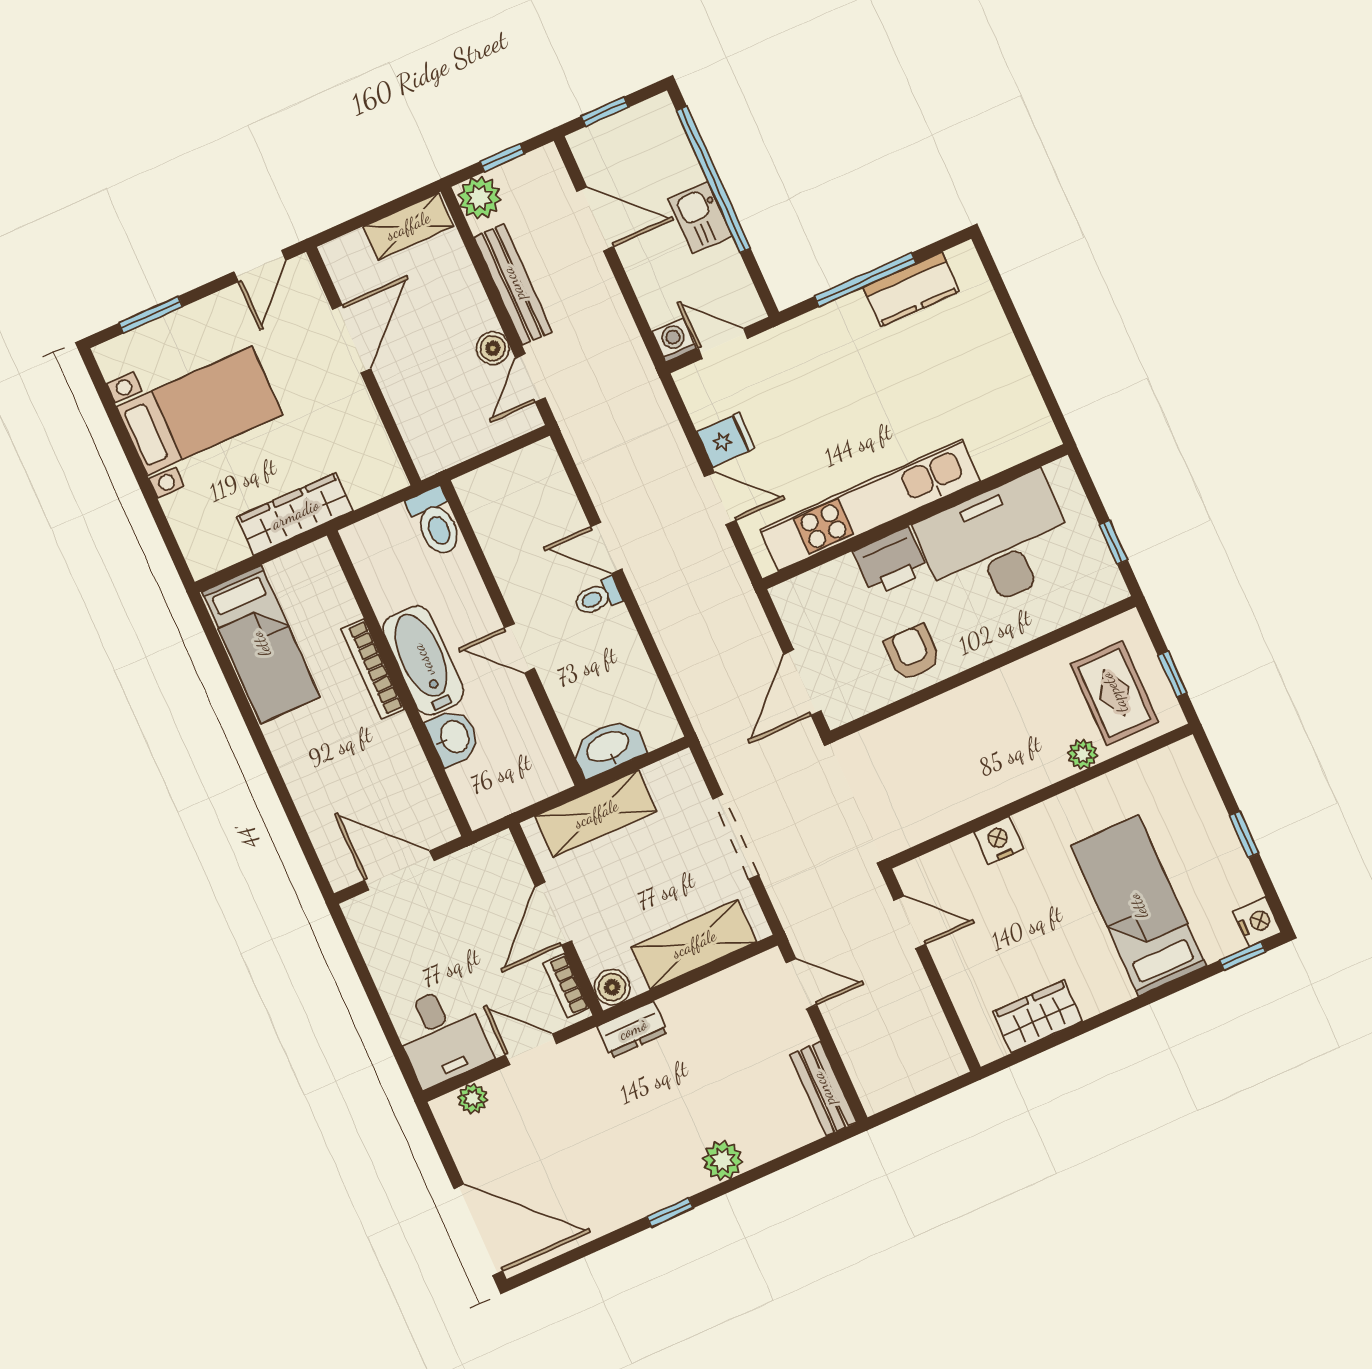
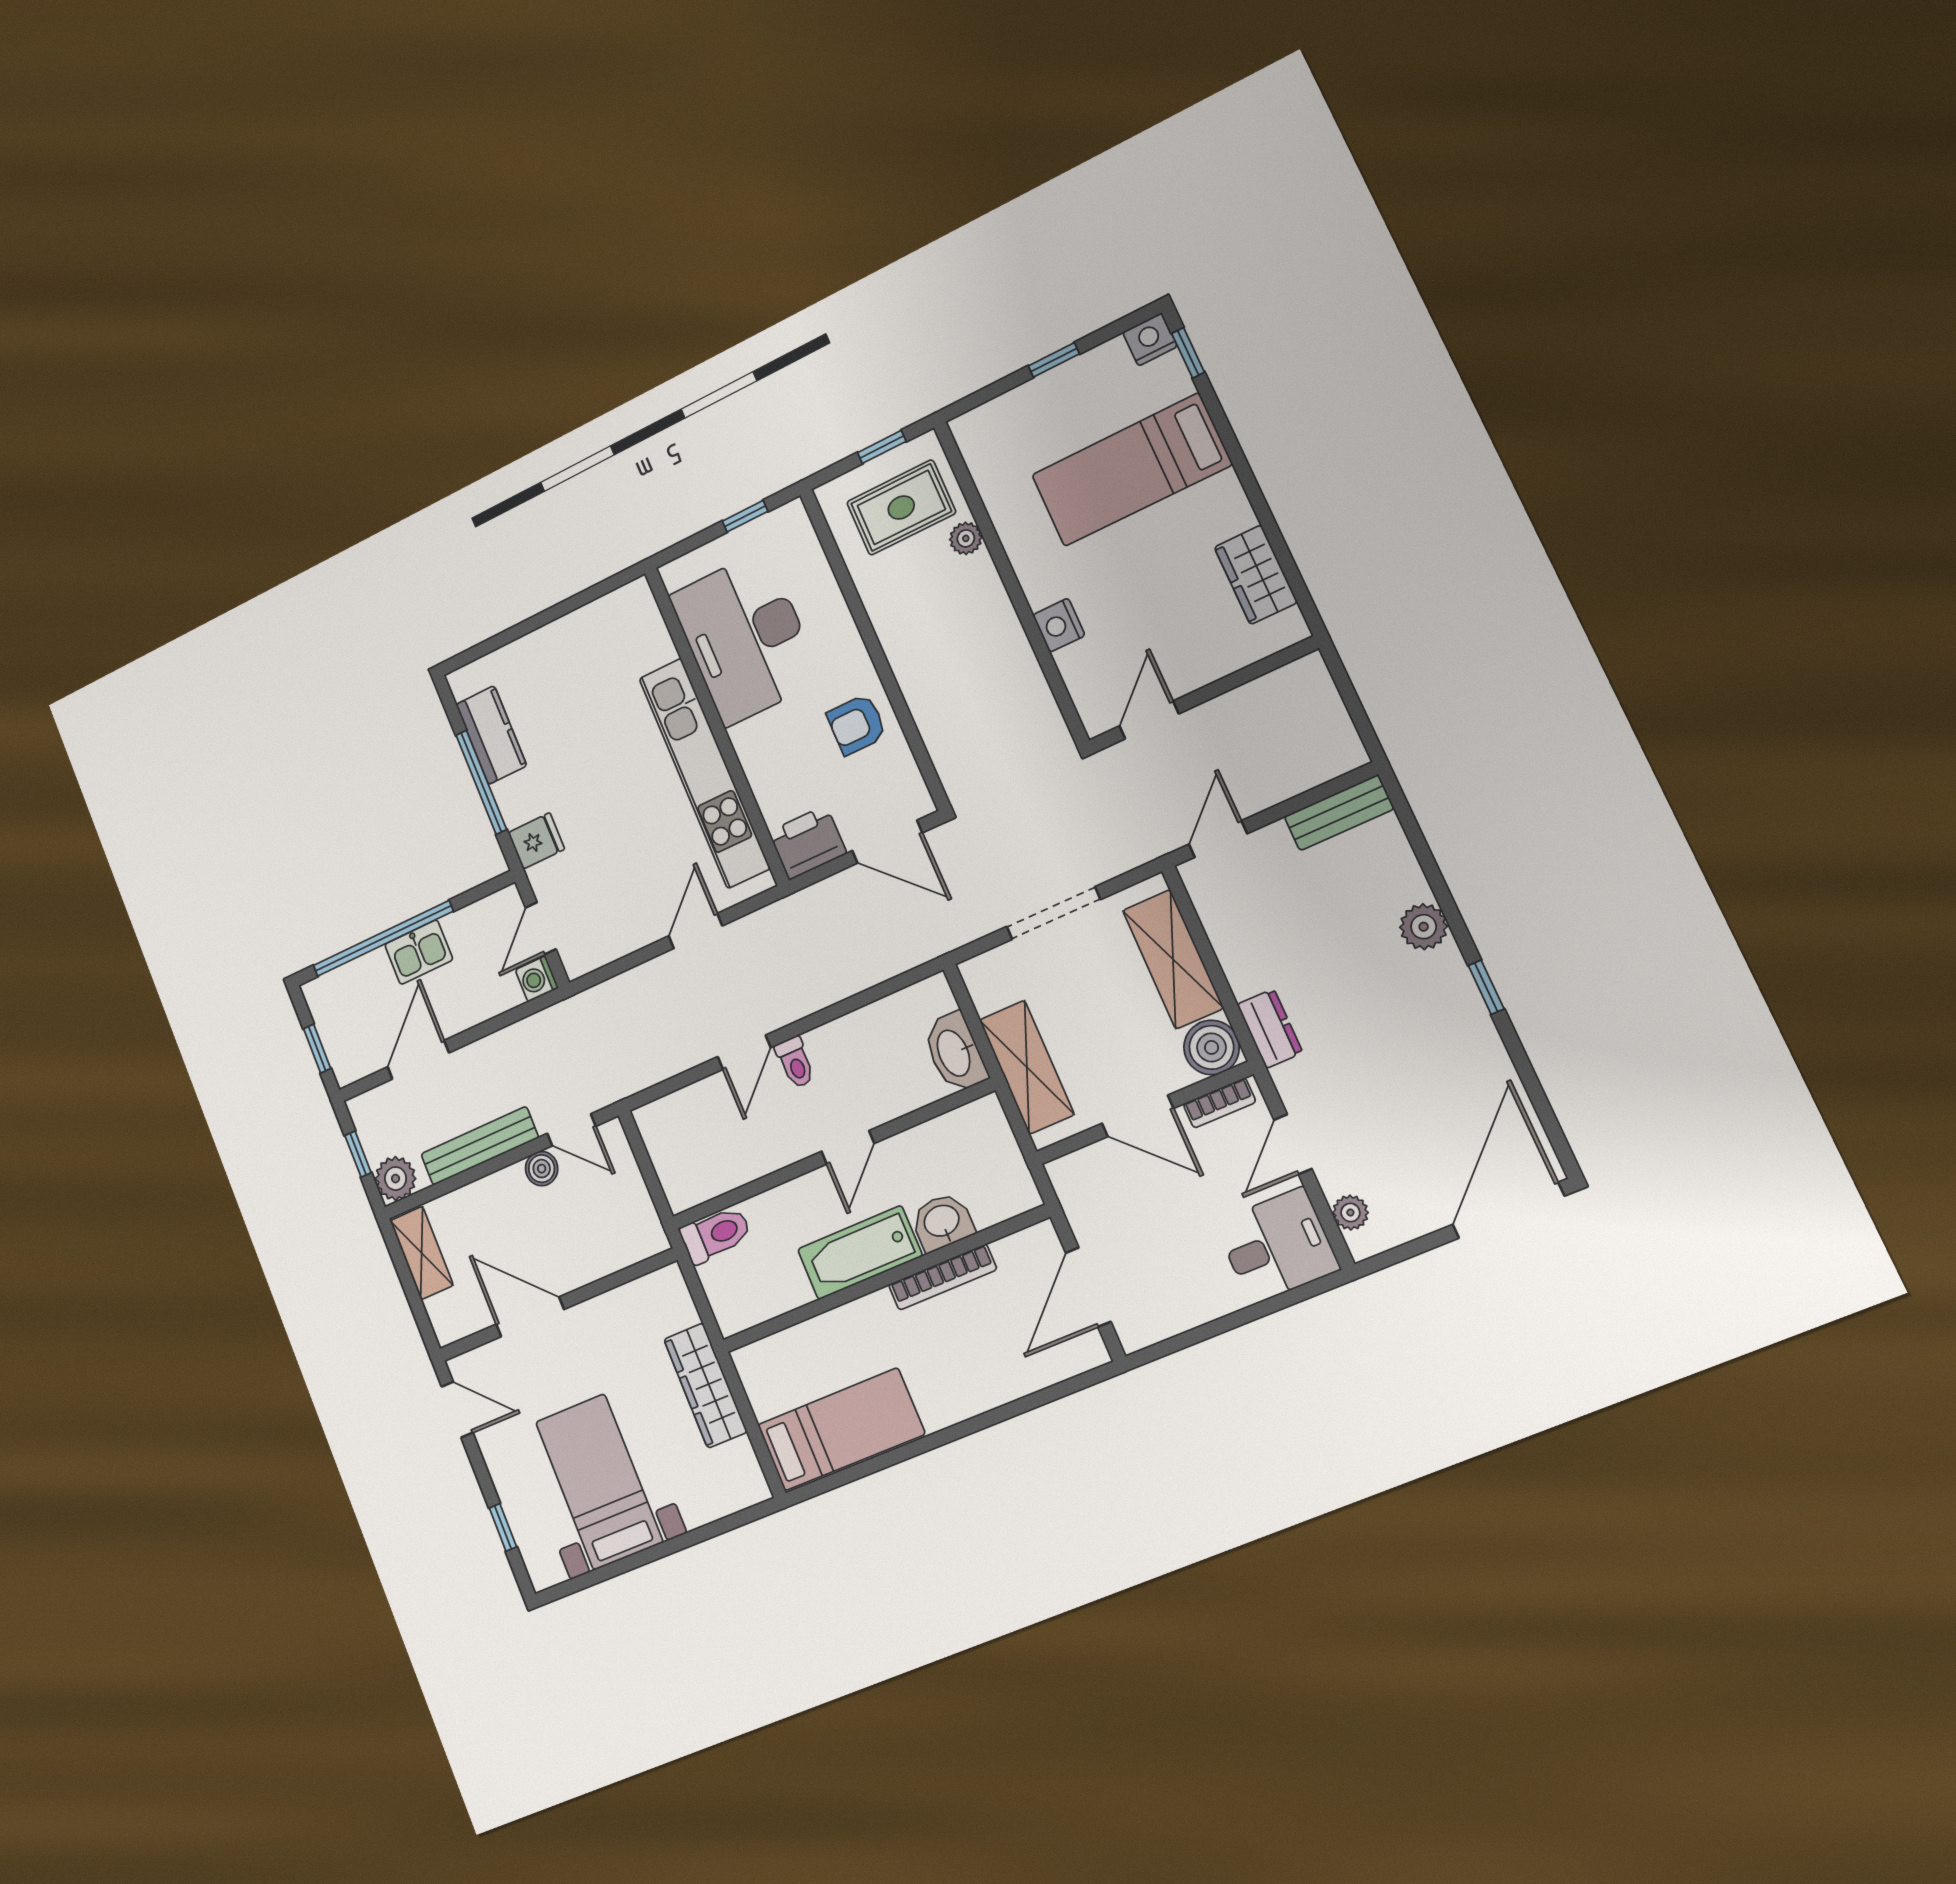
window: (151, 315) -> (503, 1527), width x0.67
fridge: (726, 440) -> (536, 841), moved, turned 90
printer: (891, 561) -> (808, 843), moved, turned -90
bookcase: (373, 669) -> (943, 1277), moved
boiler: (612, 987) -> (1212, 1047), width x1.36, depth x1.36

